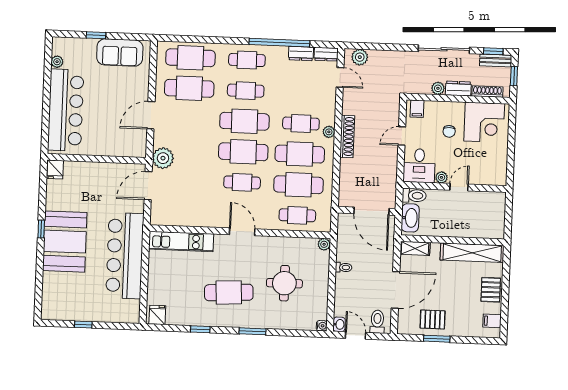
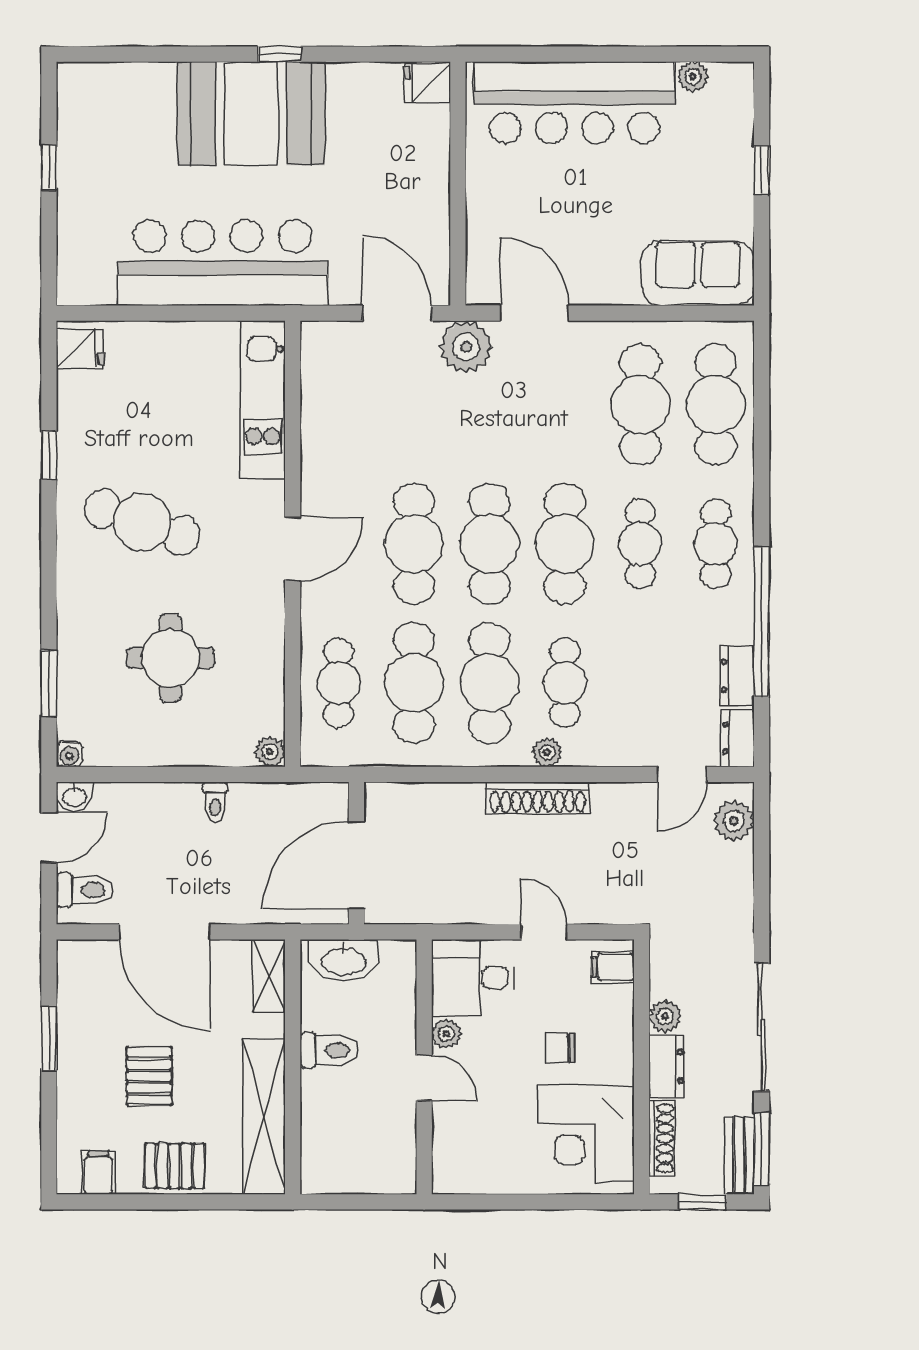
window: (493, 51) -> (762, 1149), width x1.50
sofa: (120, 53) -> (698, 273), moved, turned 90
door: (151, 115) -> (535, 313), moved
cafe table: (242, 182) -> (414, 544), width x1.37, depth x1.35
toilet: (414, 196) -> (329, 1050), moved, turned -90
cafe table: (229, 292) -> (142, 522), turned -68
pallet: (433, 319) -> (149, 1076), moved
window: (252, 331) -> (49, 683), moved

